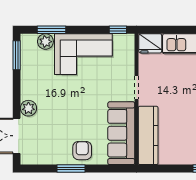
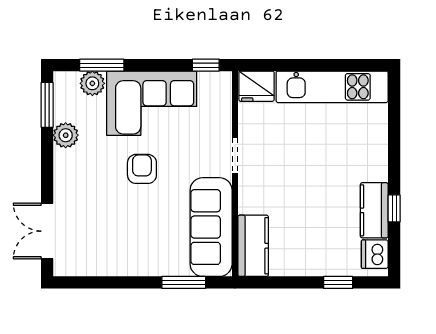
plant: (28, 108) -> (66, 135), moved
kitchen counter: (148, 135) -> (253, 246), width x0.67
armchair: (82, 151) -> (142, 169), moved
window: (71, 169) -> (184, 282), moved

